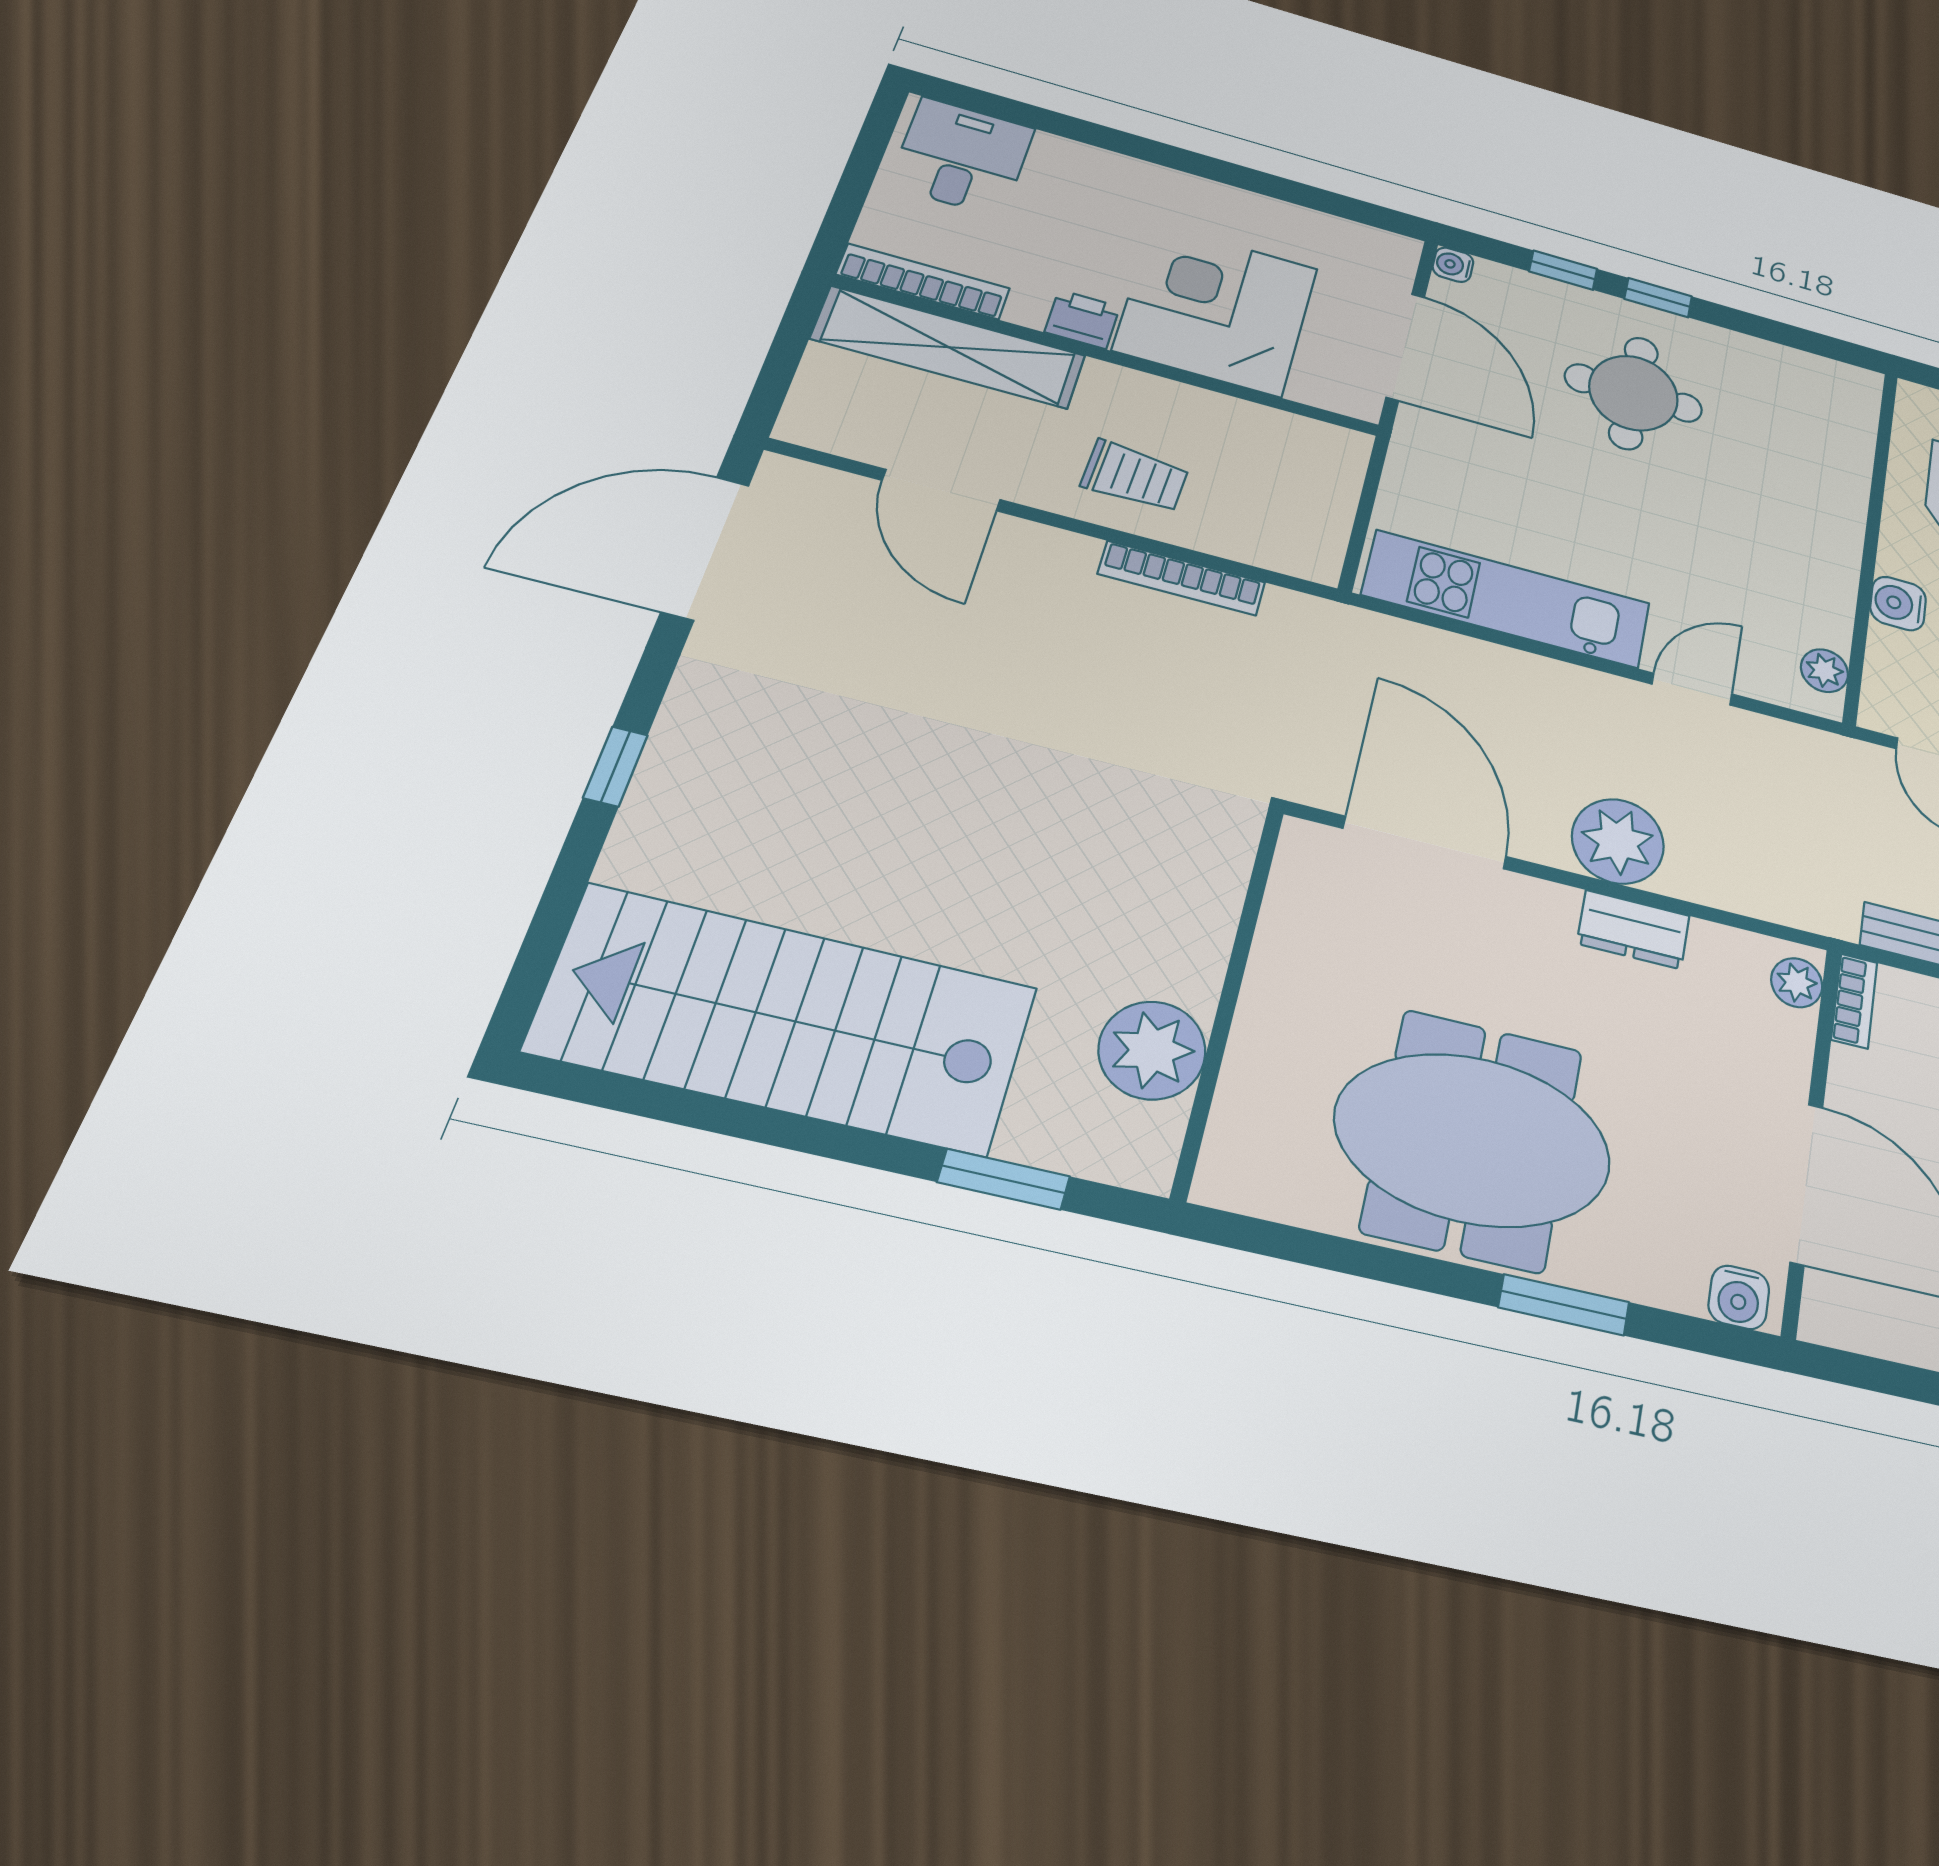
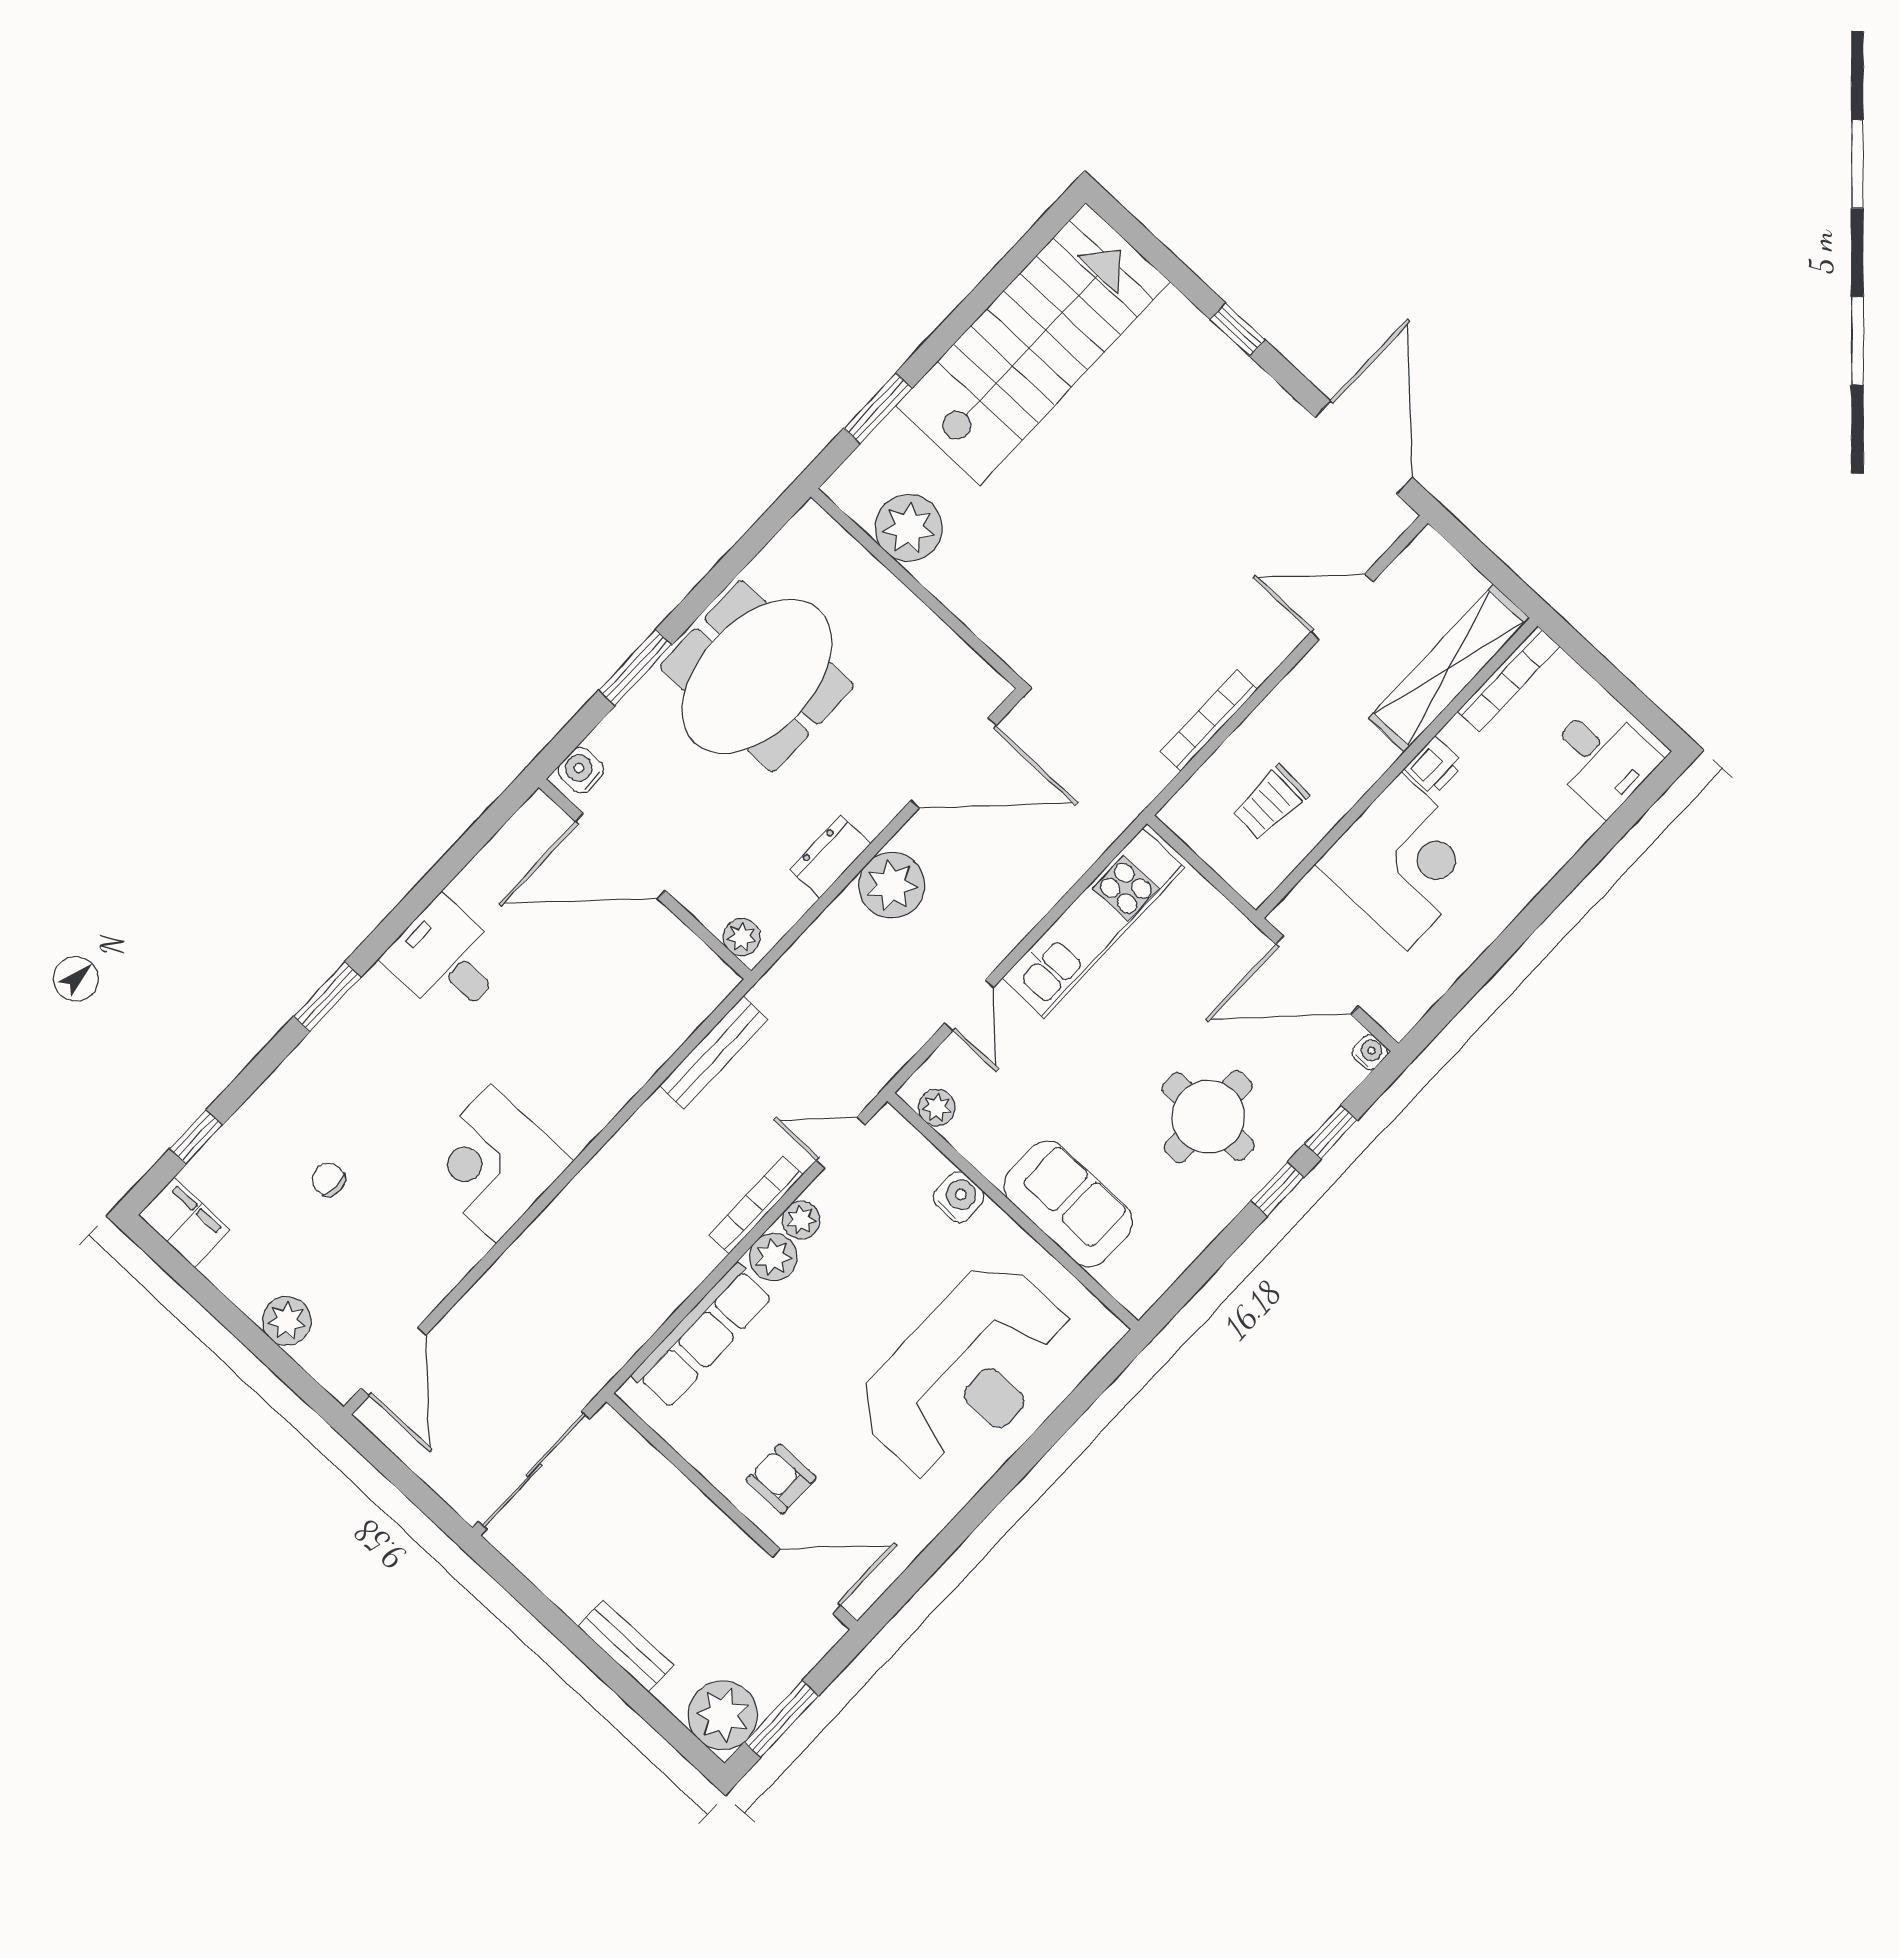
trolley: (1135, 476) -> (1270, 803), moved
sofa: (1823, 491) -> (1068, 1204), added
bookcase: (1854, 1001) -> (711, 966), removed

